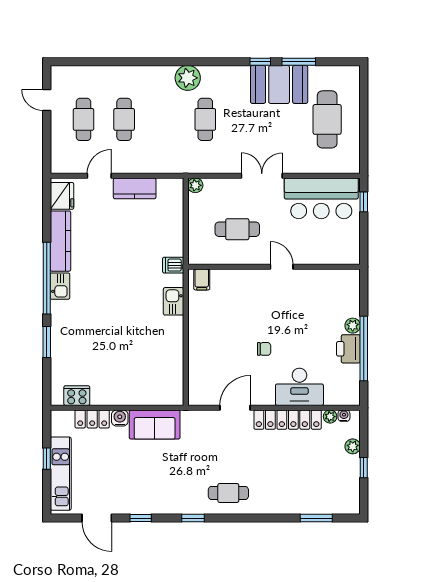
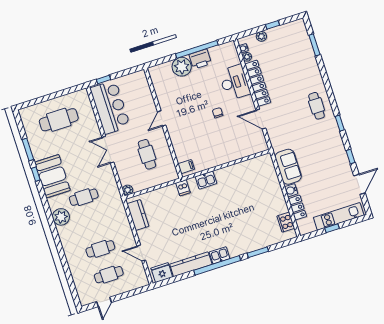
booth: (279, 84) -> (52, 176), moved
kitchen counter: (135, 188) -> (138, 215), moved
plant: (353, 326) -> (182, 67), width x1.87, depth x1.87

